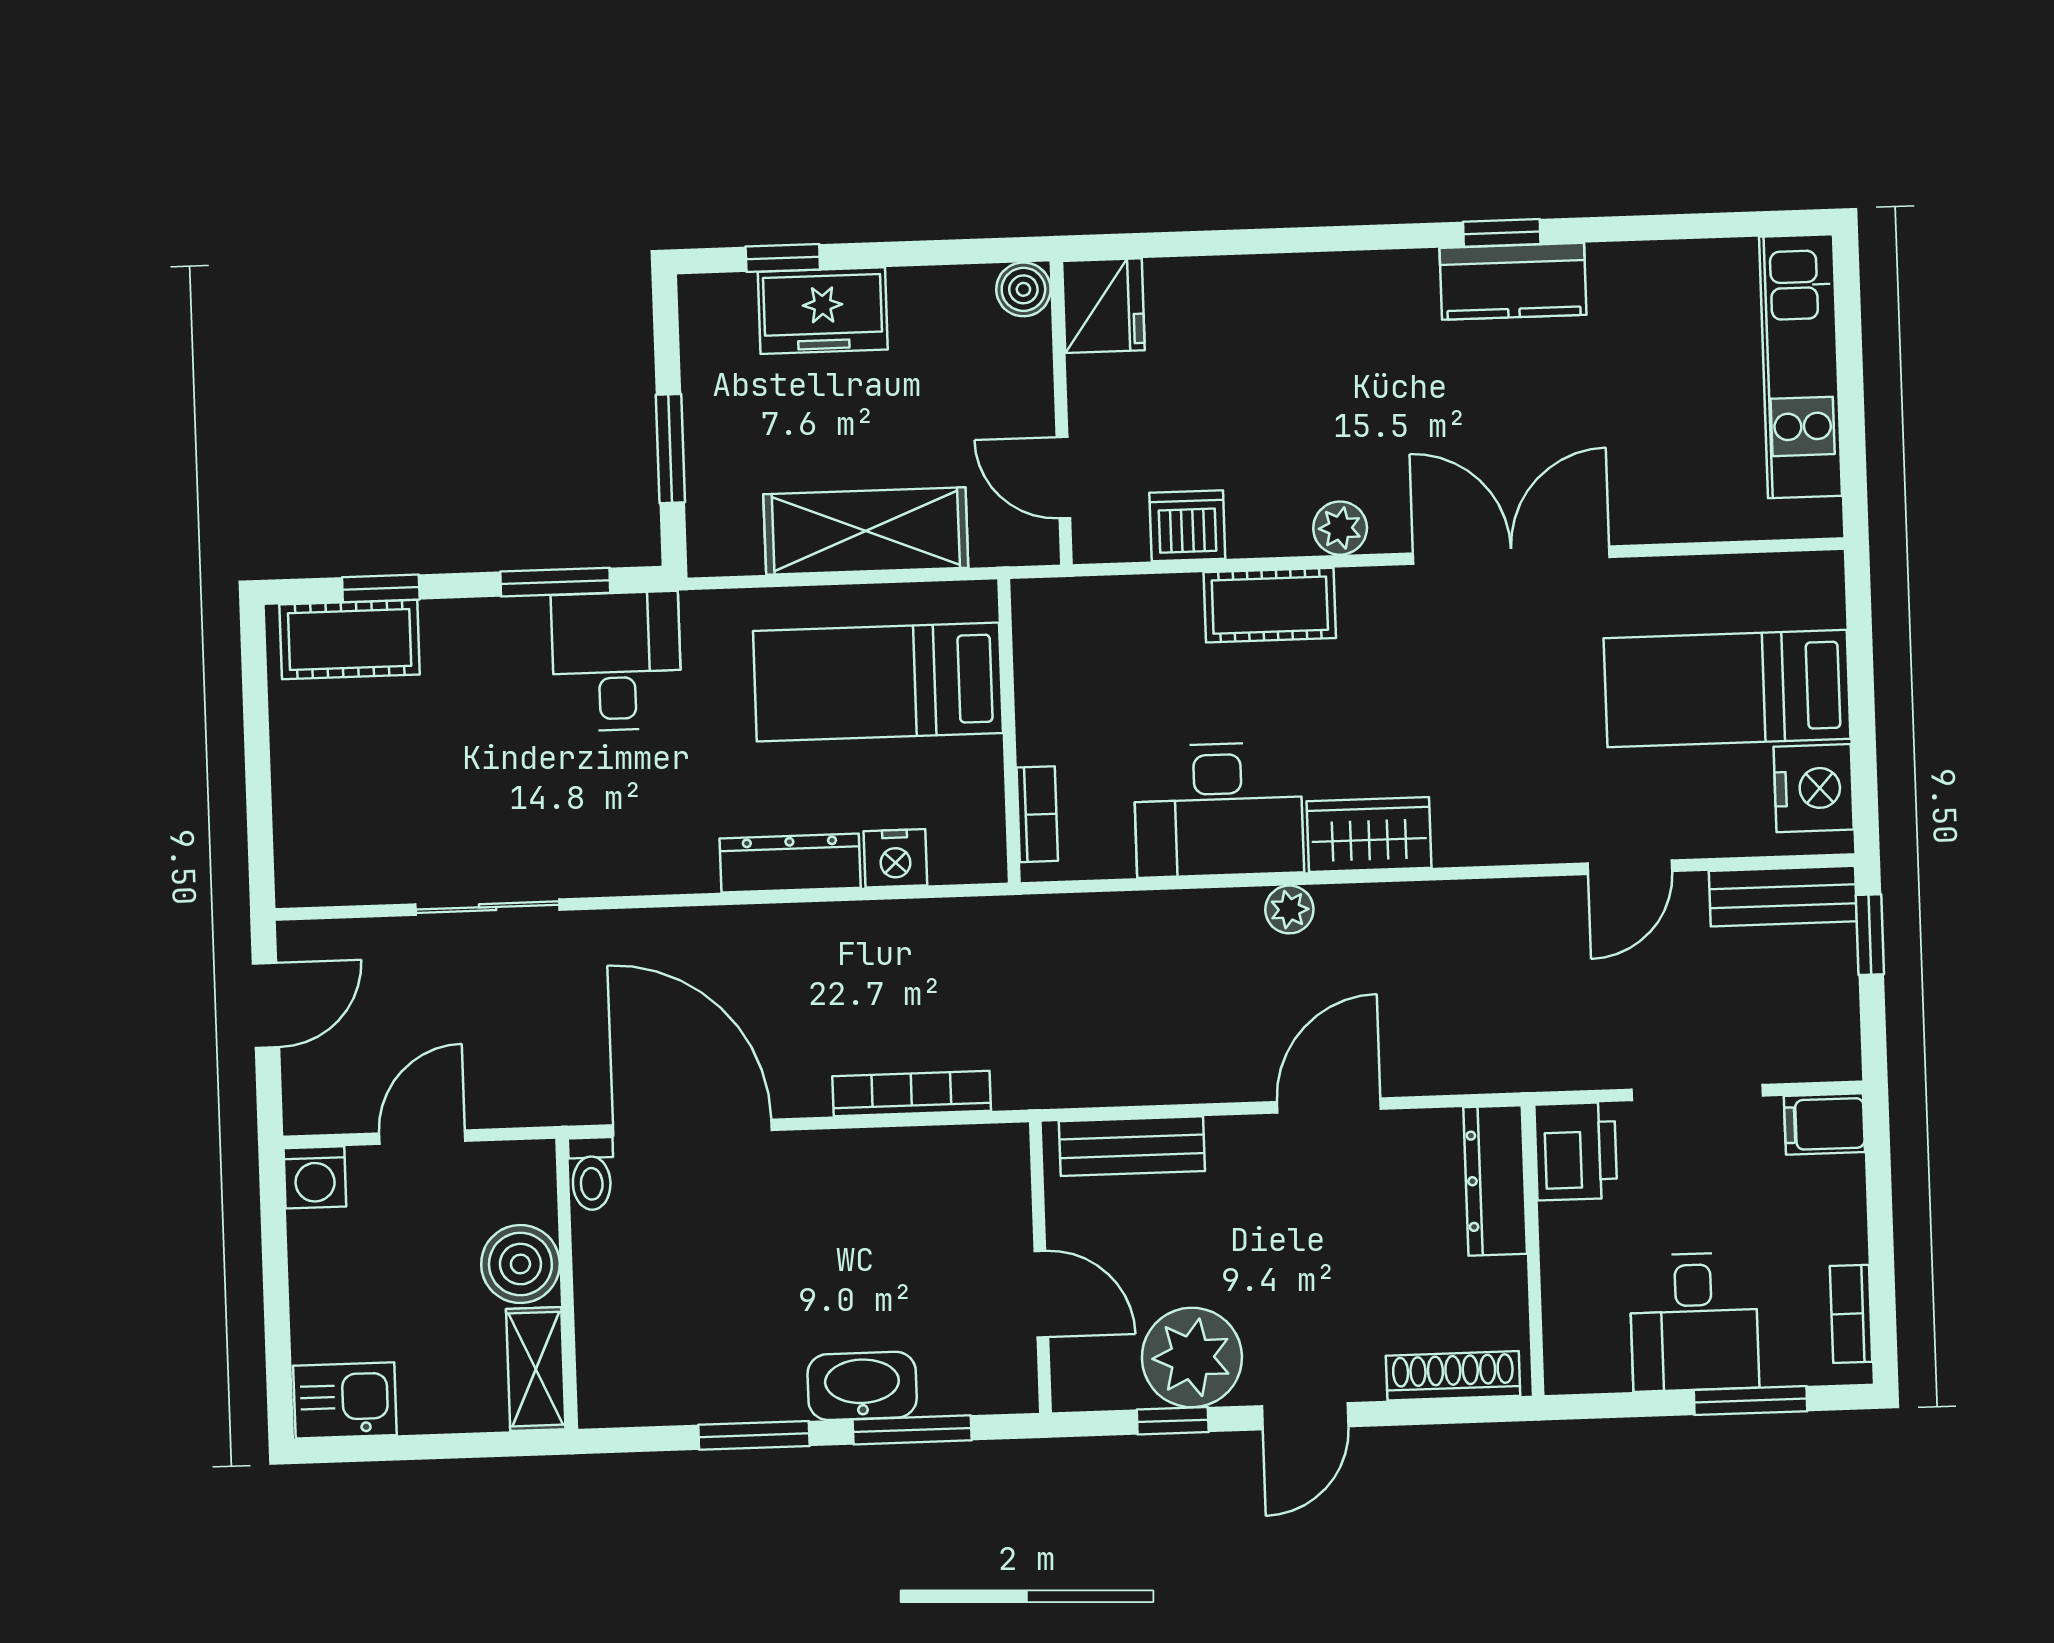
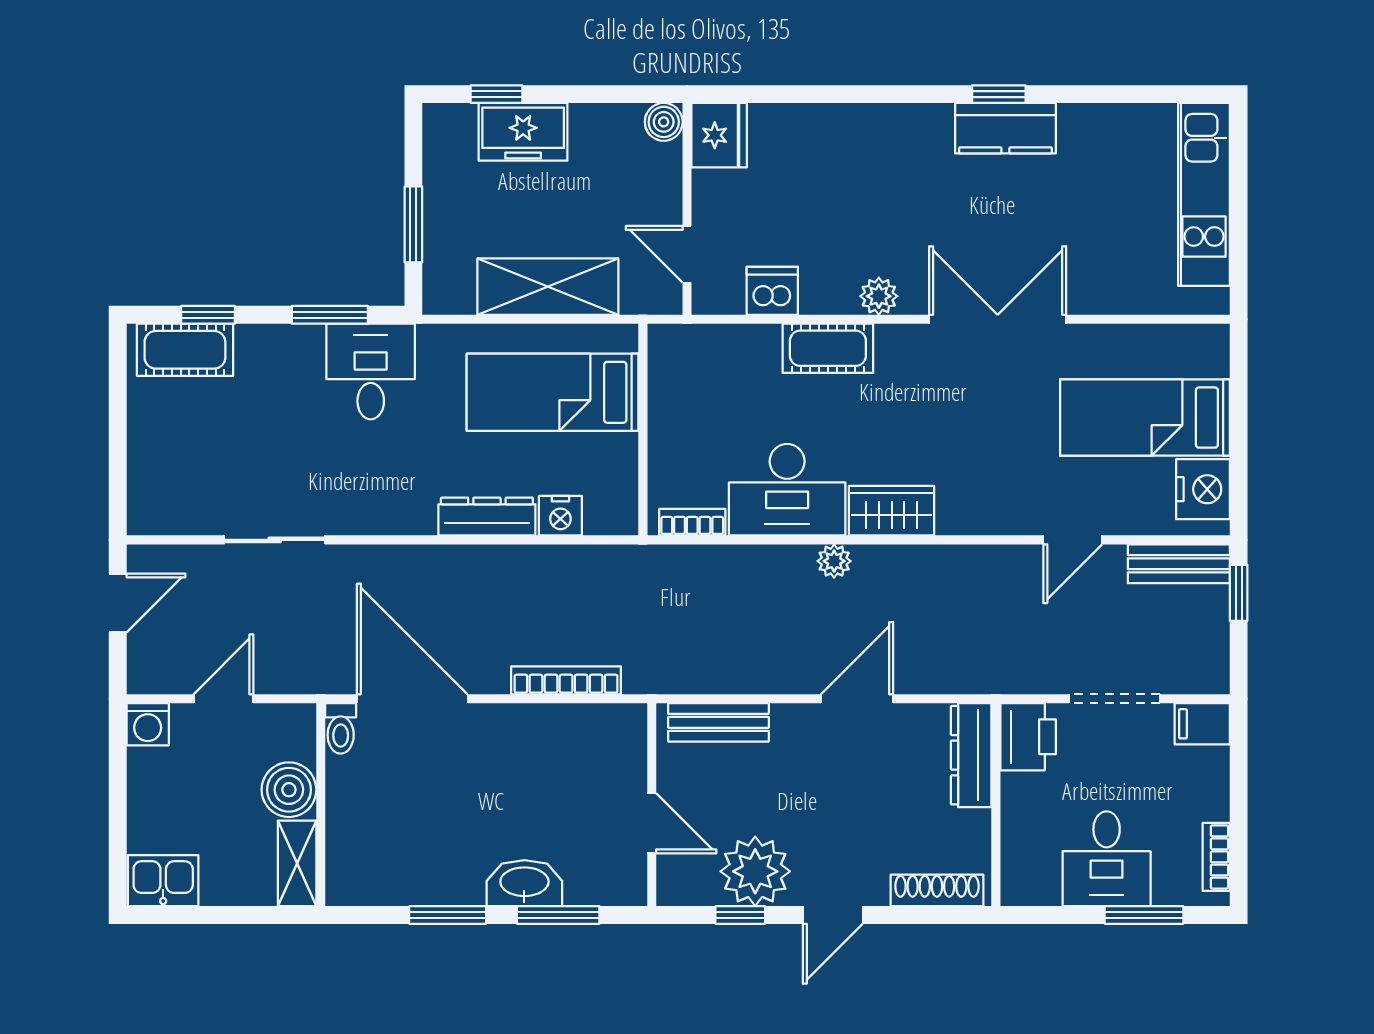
bookcase: (1037, 814) -> (692, 522), moved, turned -90

